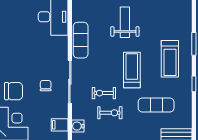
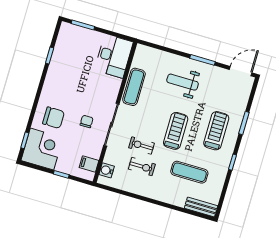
weight bench: (125, 22) -> (183, 82), turned -90
treadmill: (170, 59) -> (216, 131), turned 180

